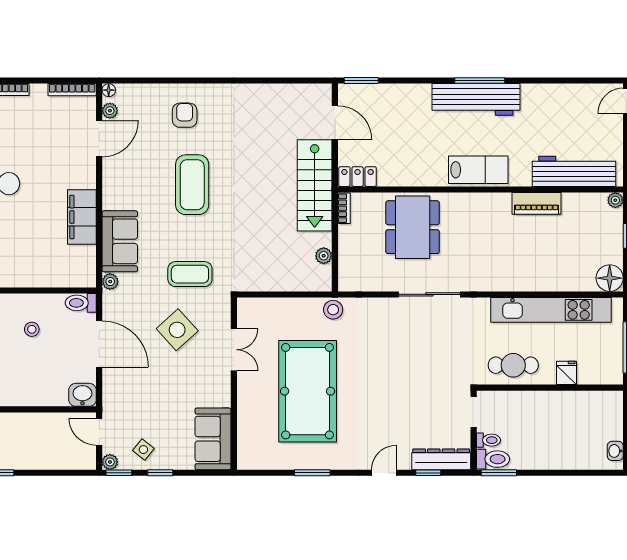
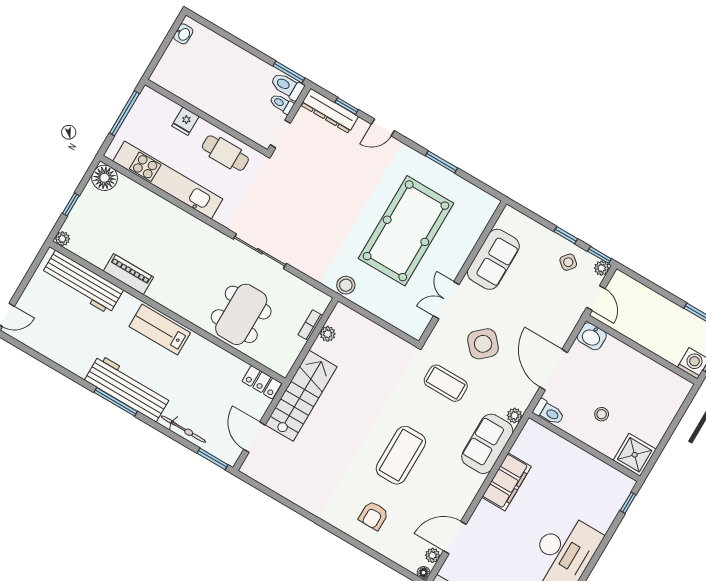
bicycle: (404, 92) -> (183, 429), added
bookcase: (344, 208) -> (310, 325), moved
sofa: (213, 439) -> (493, 259), moved

